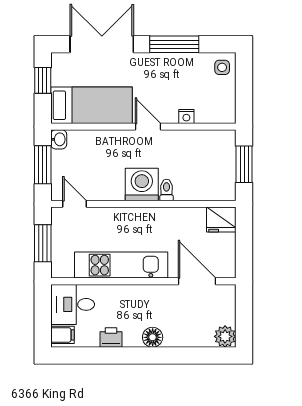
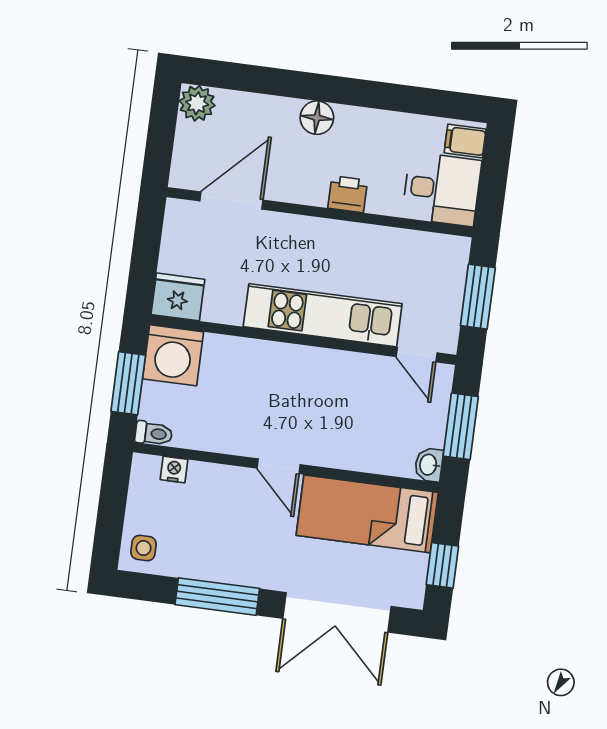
nightstand: (186, 116) -> (174, 470), moved
washing machine: (142, 184) -> (173, 355), moved
toilet: (167, 190) -> (154, 433), moved, turned -90
kitchen unit: (121, 265) -> (323, 315), moved, turned 180
door: (197, 281) -> (231, 201), swing flipped
printer: (111, 337) -> (348, 194), moved, turned 180

